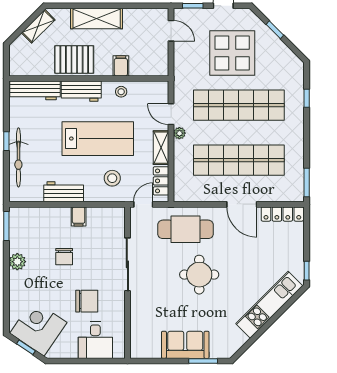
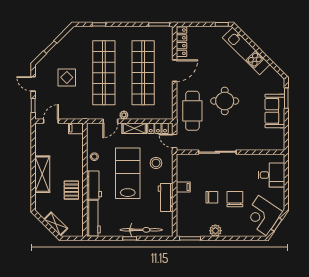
shelving: (38, 26) -> (56, 224), moved
display table: (232, 53) -> (67, 77), width x0.54, depth x0.54
pallet: (74, 60) -> (71, 190), width x0.67, depth x0.71
filing cabinet: (121, 66) -> (76, 128), moved
chair: (87, 301) -> (235, 199), moved

